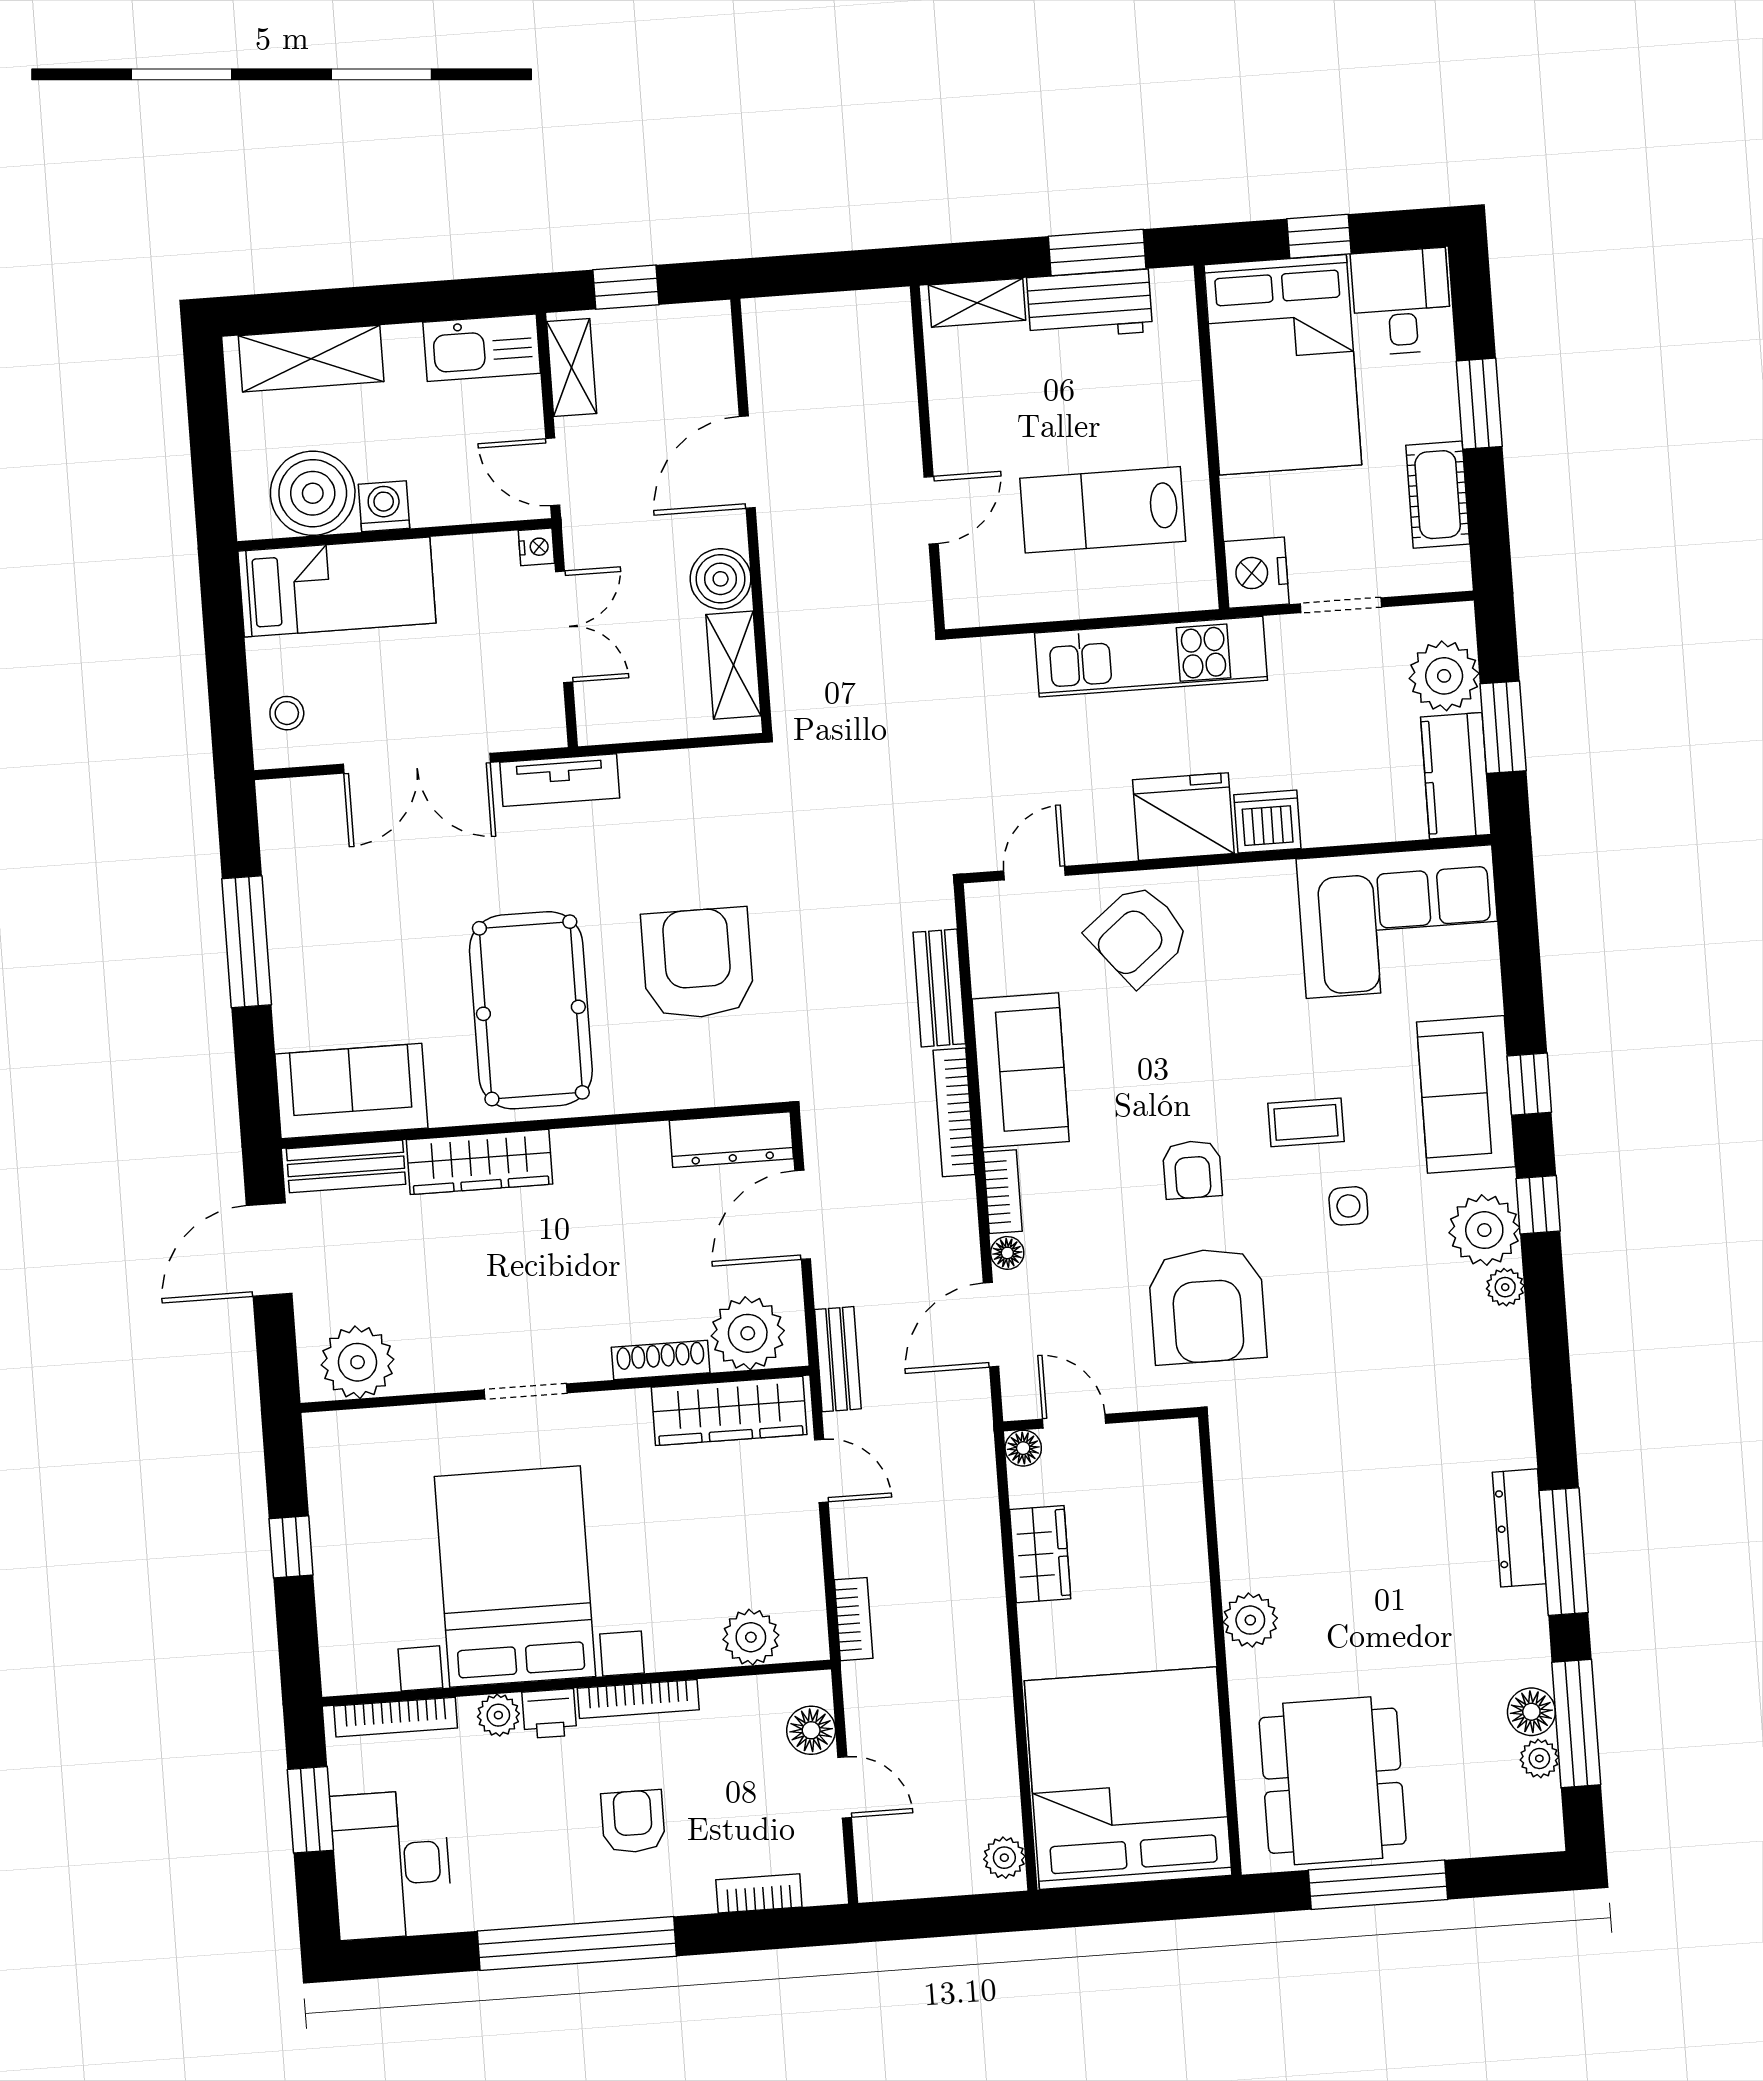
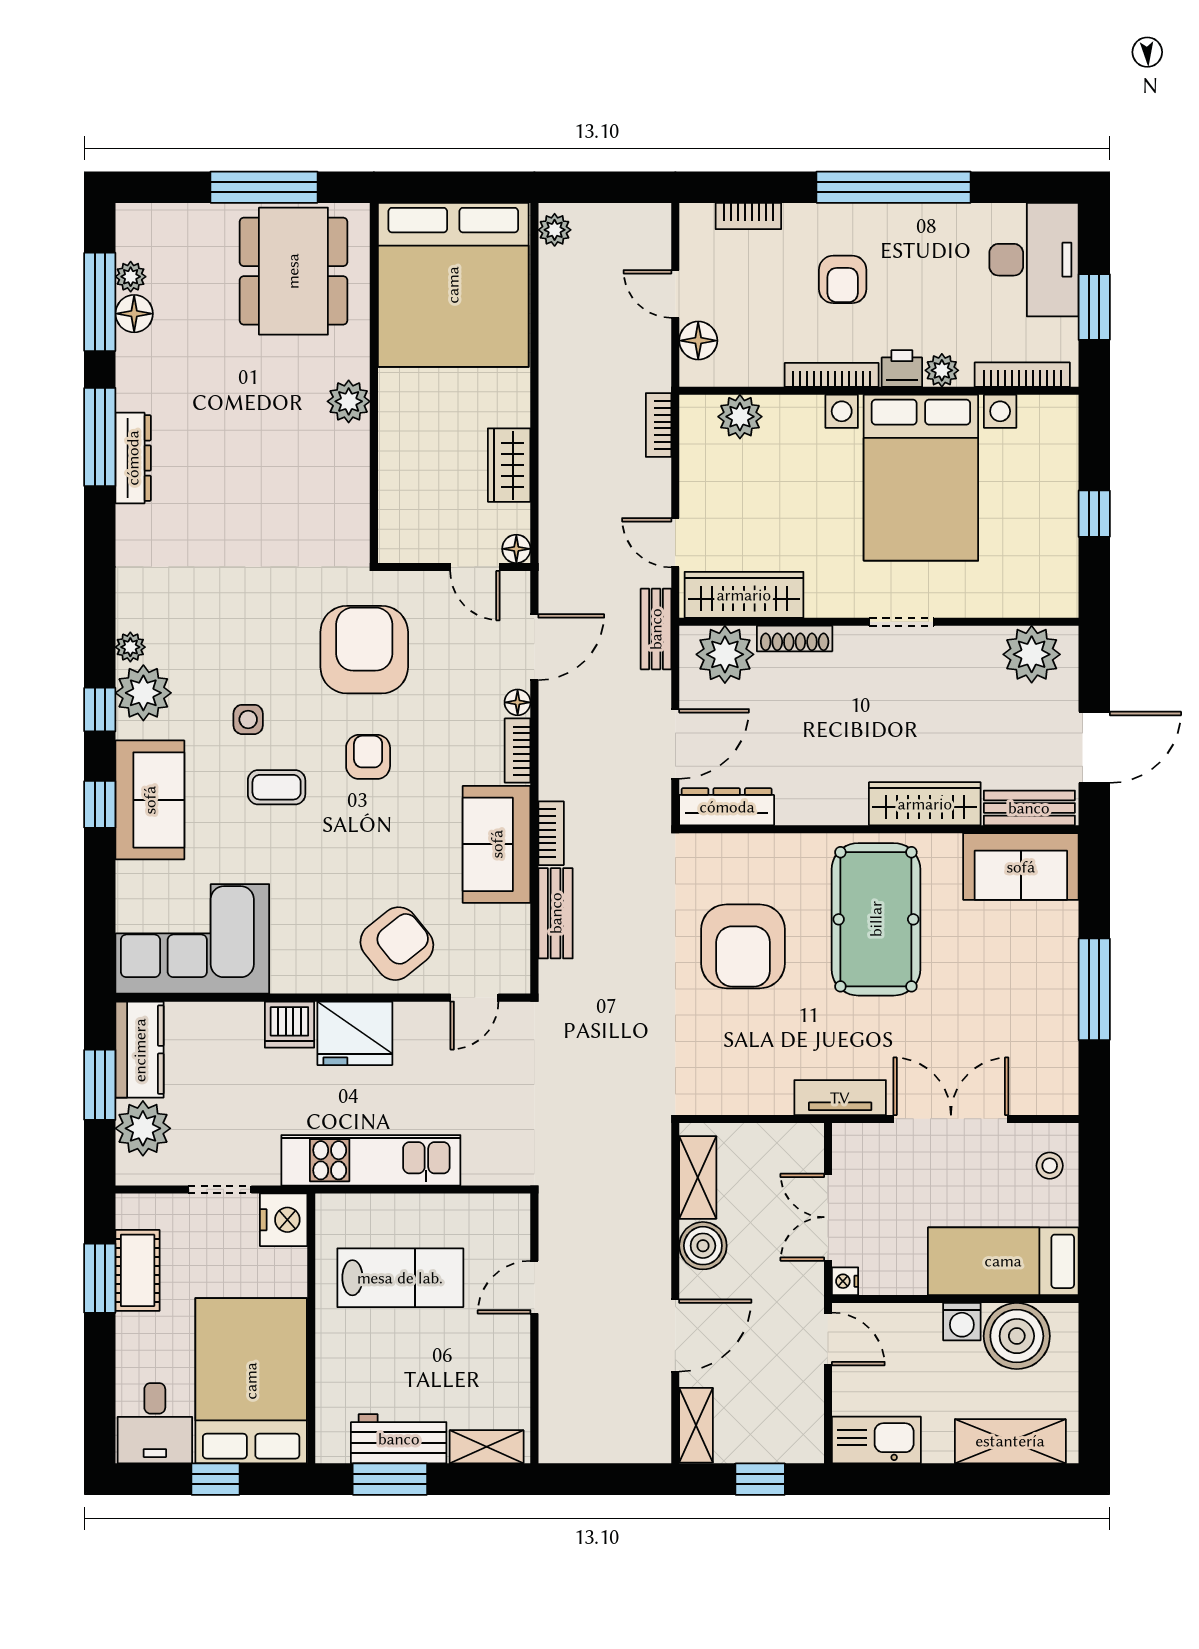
shelving: (572, 368) -> (696, 1425), moved
window: (1479, 404) -> (100, 1278), moved
bookcase: (954, 1112) -> (551, 833), width x0.64

